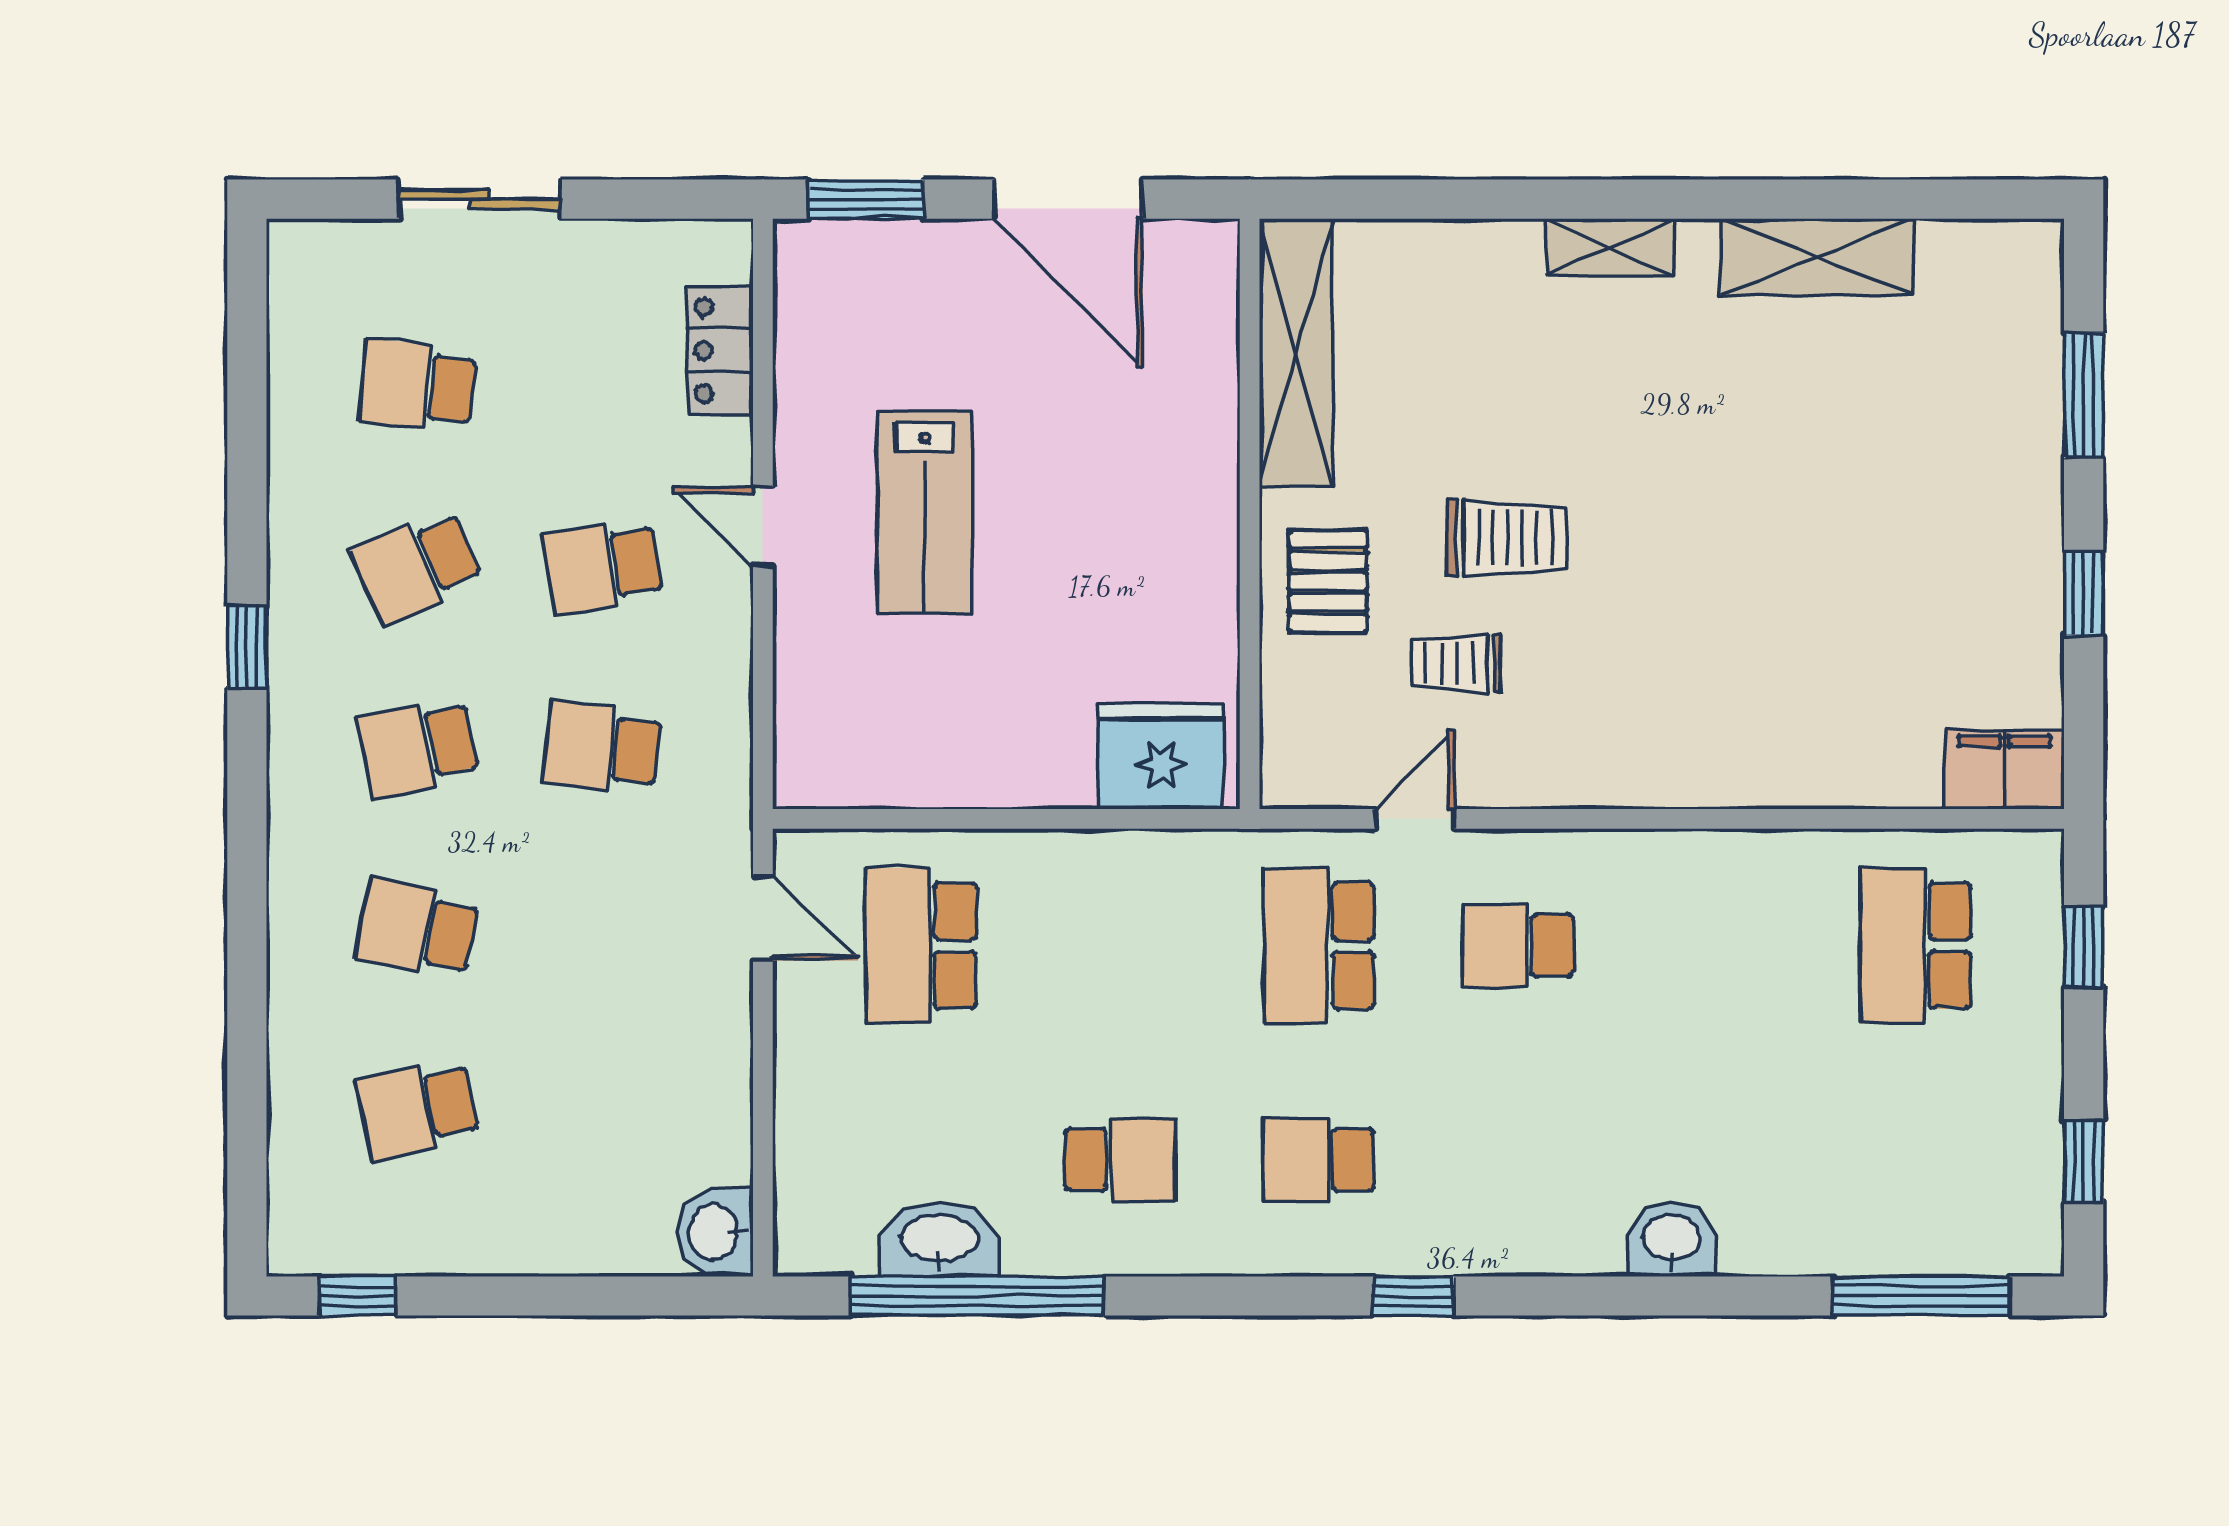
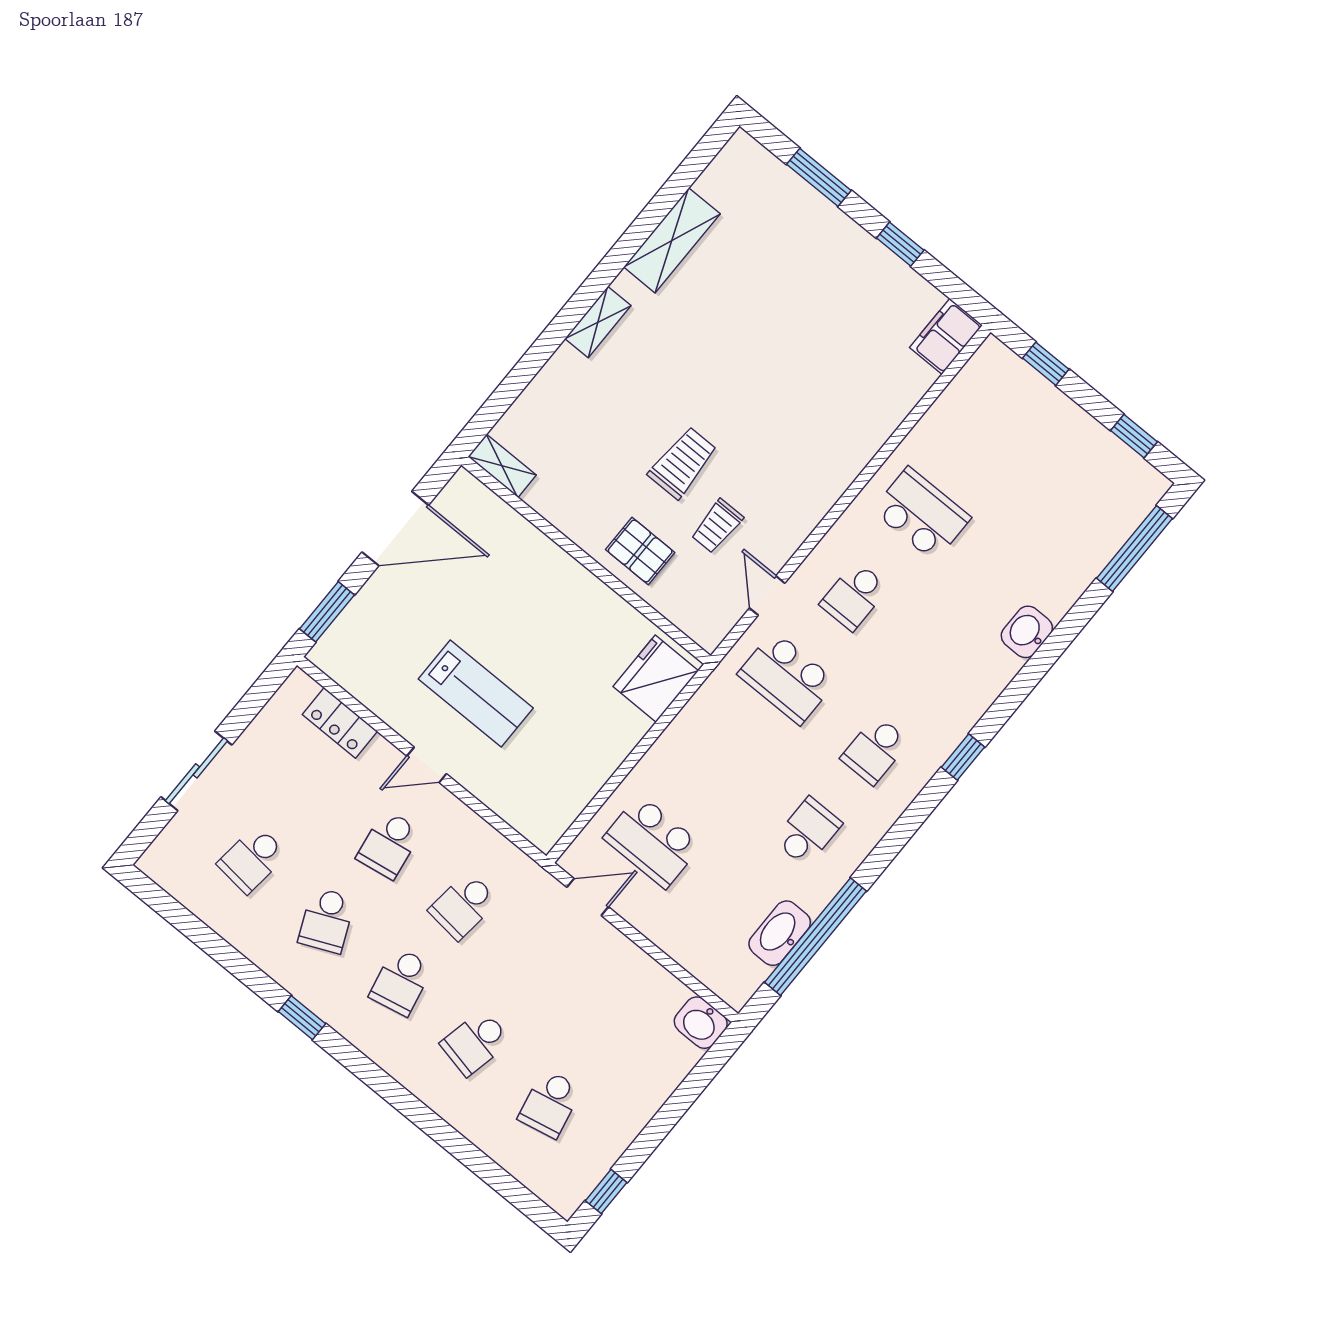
shelving: (1296, 353) -> (502, 466), width x0.45, depth x0.75
school desk: (1916, 946) -> (921, 514), moved, turned 180

